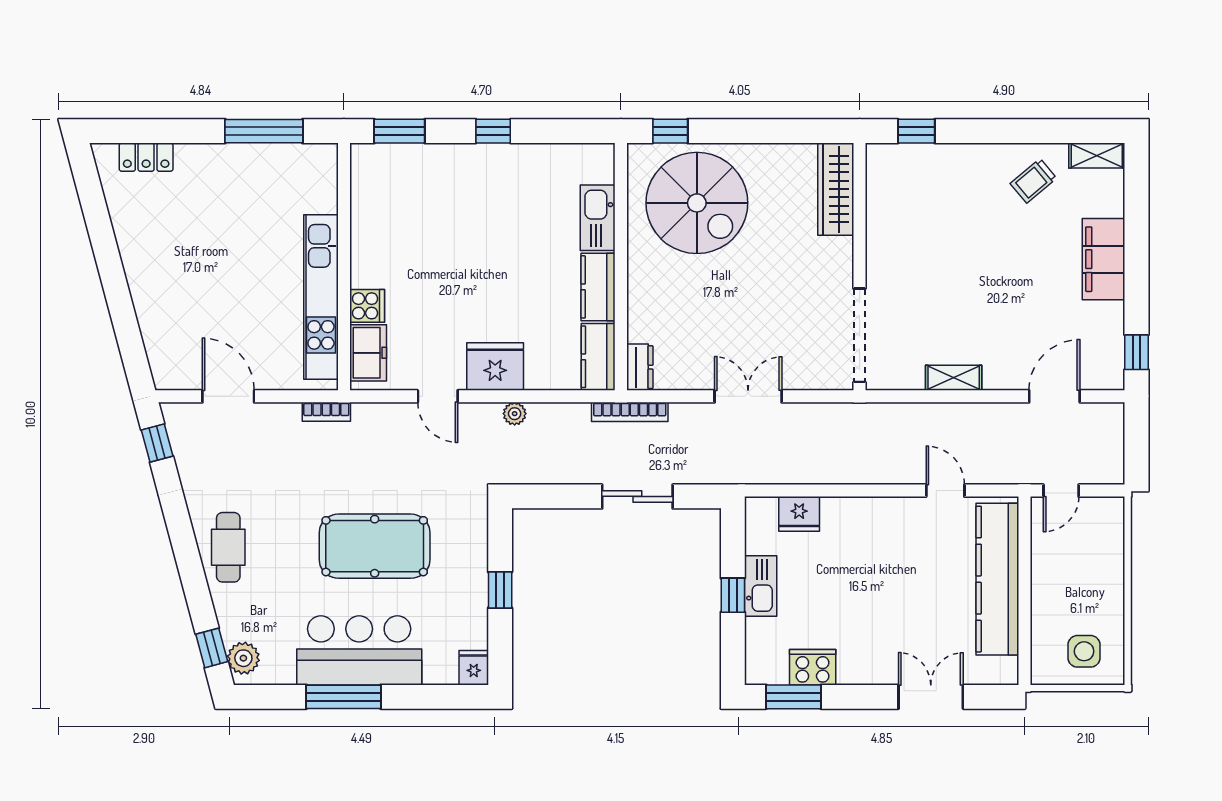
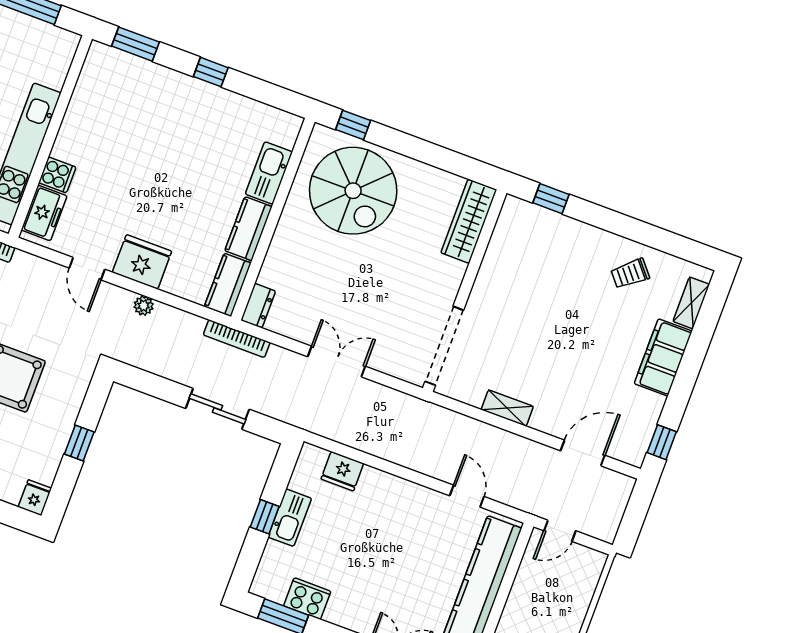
shelving: (1097, 155) -> (691, 303), moved, turned 90

